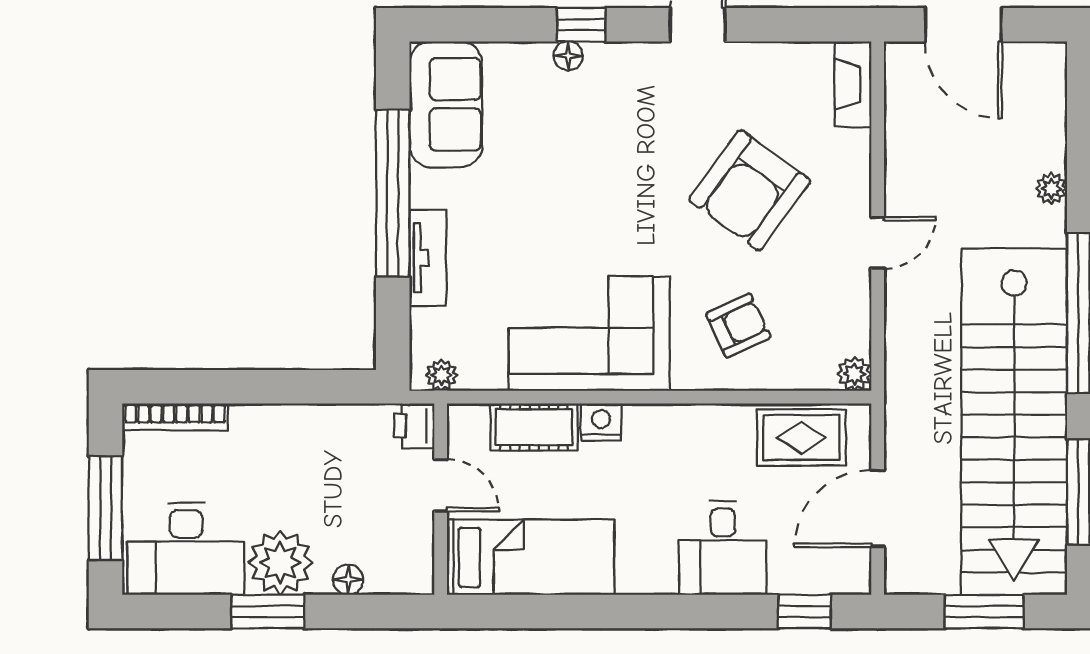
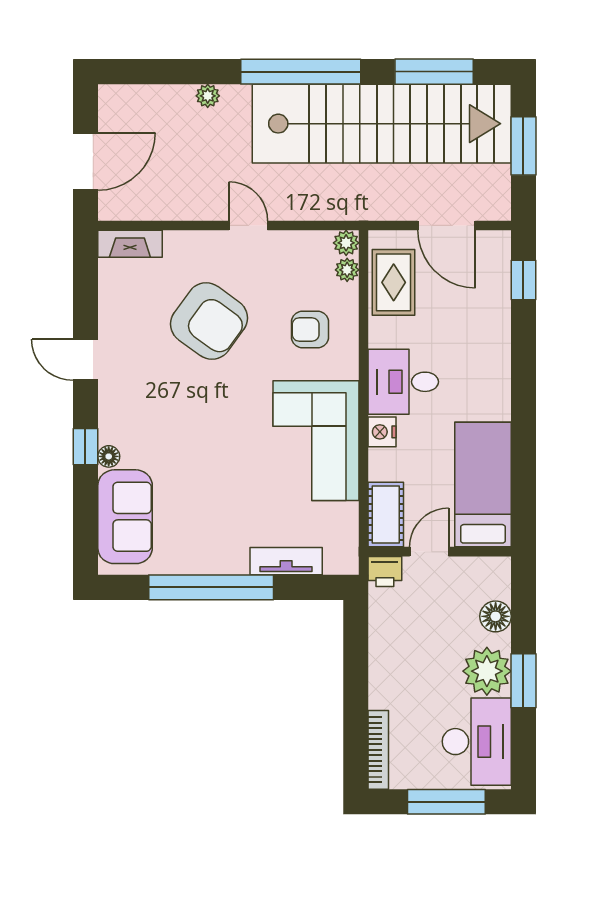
sofa: (446, 104) -> (125, 517), moved, turned 90
tv unit: (428, 258) -> (286, 561), moved
armchair: (738, 326) -> (310, 329), turned -65
plant: (441, 375) -> (347, 270), moved
cot: (534, 427) -> (386, 515), moved
desk: (723, 548) -> (403, 382), moved, turned 180
floor lamp: (348, 580) -> (496, 616), width x1.37, depth x1.37

